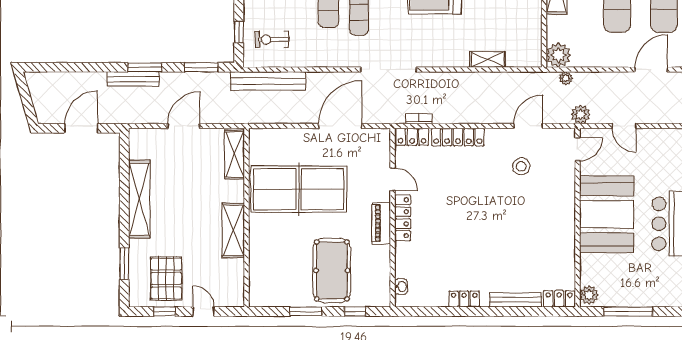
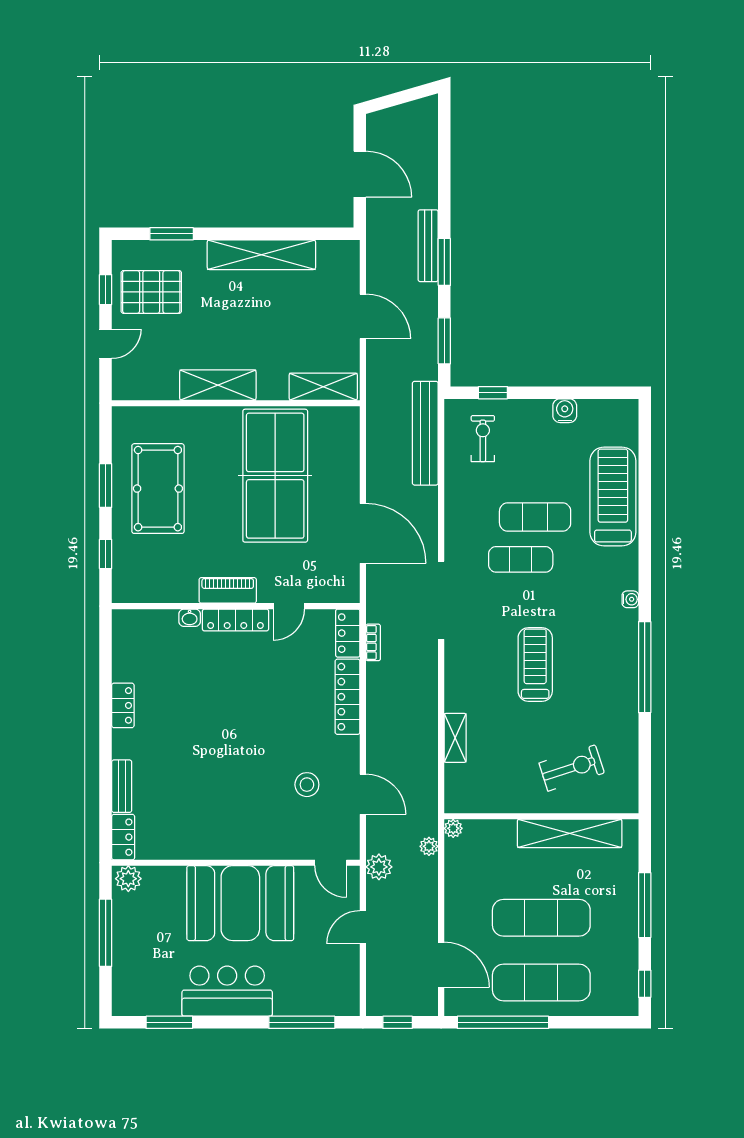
plant: (559, 55) -> (453, 828), width x0.53, depth x0.53
pool table: (332, 270) -> (158, 489), moved, turned 90
washbasin: (401, 287) -> (190, 618), moved
bench: (516, 300) -> (122, 786), width x0.73

